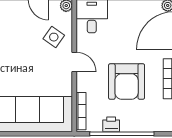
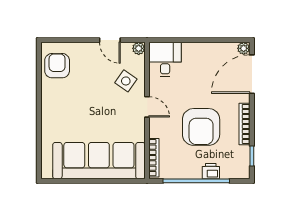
printer: (111, 124) -> (211, 171), moved

